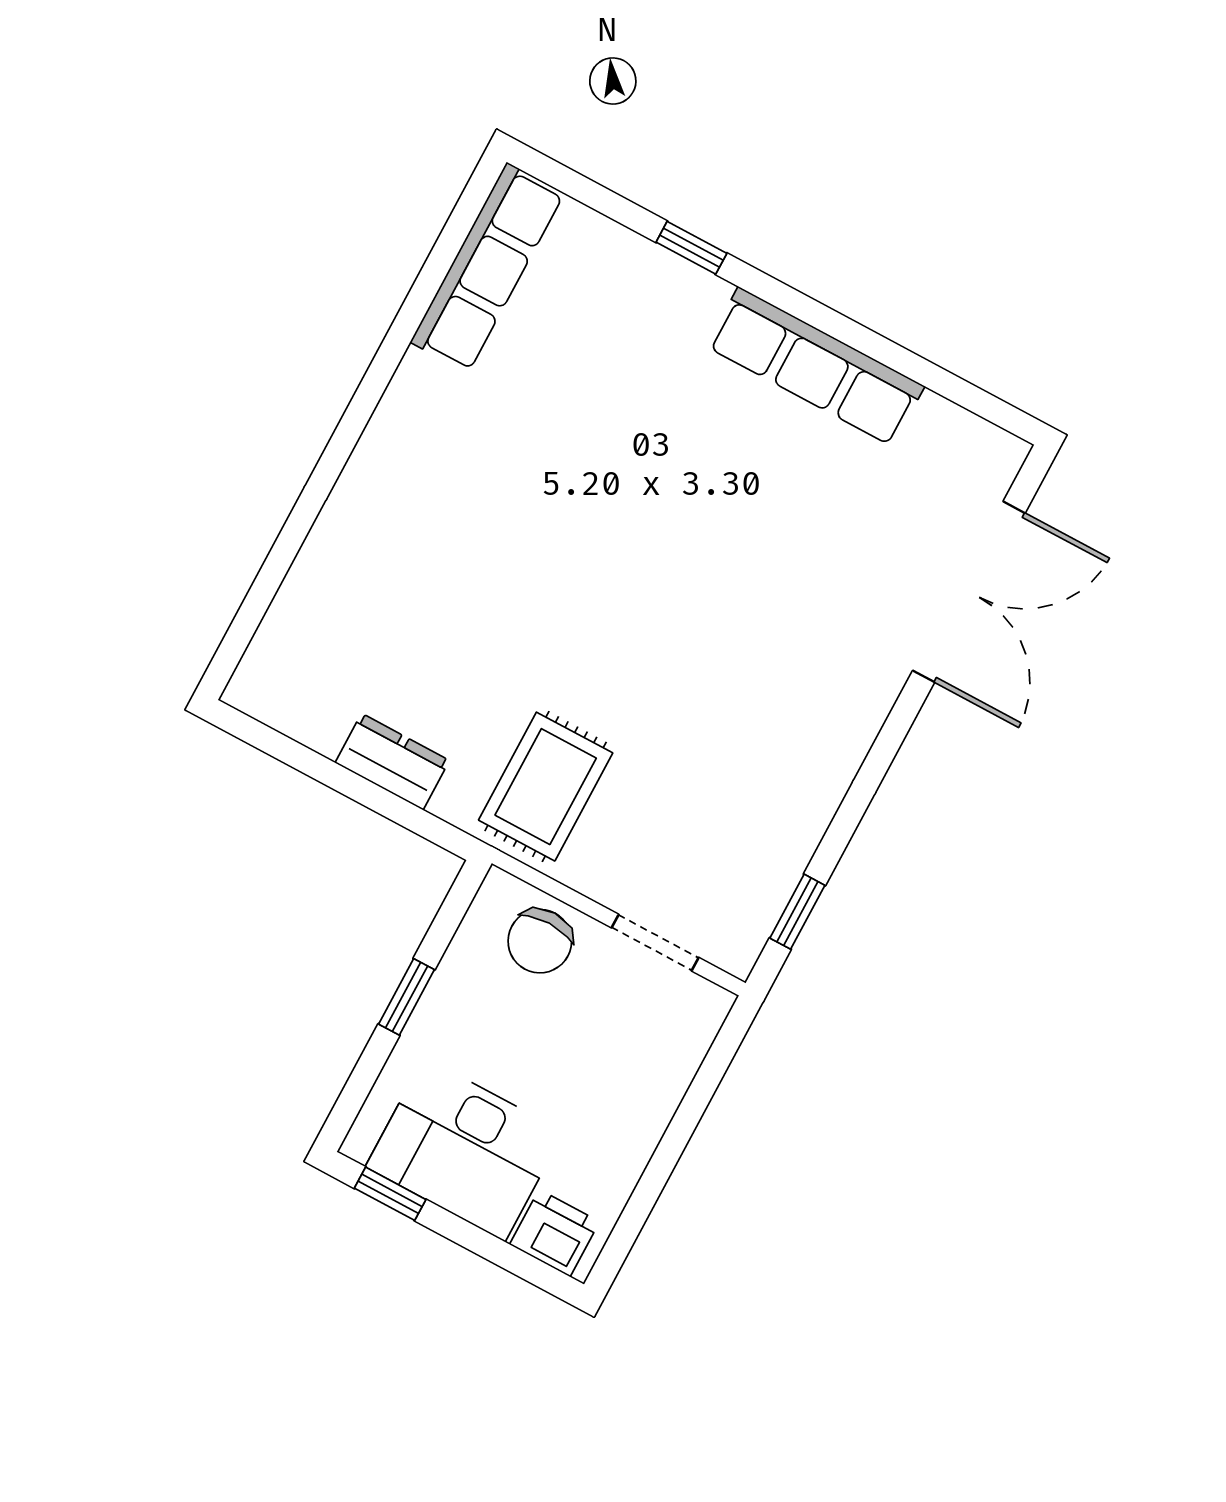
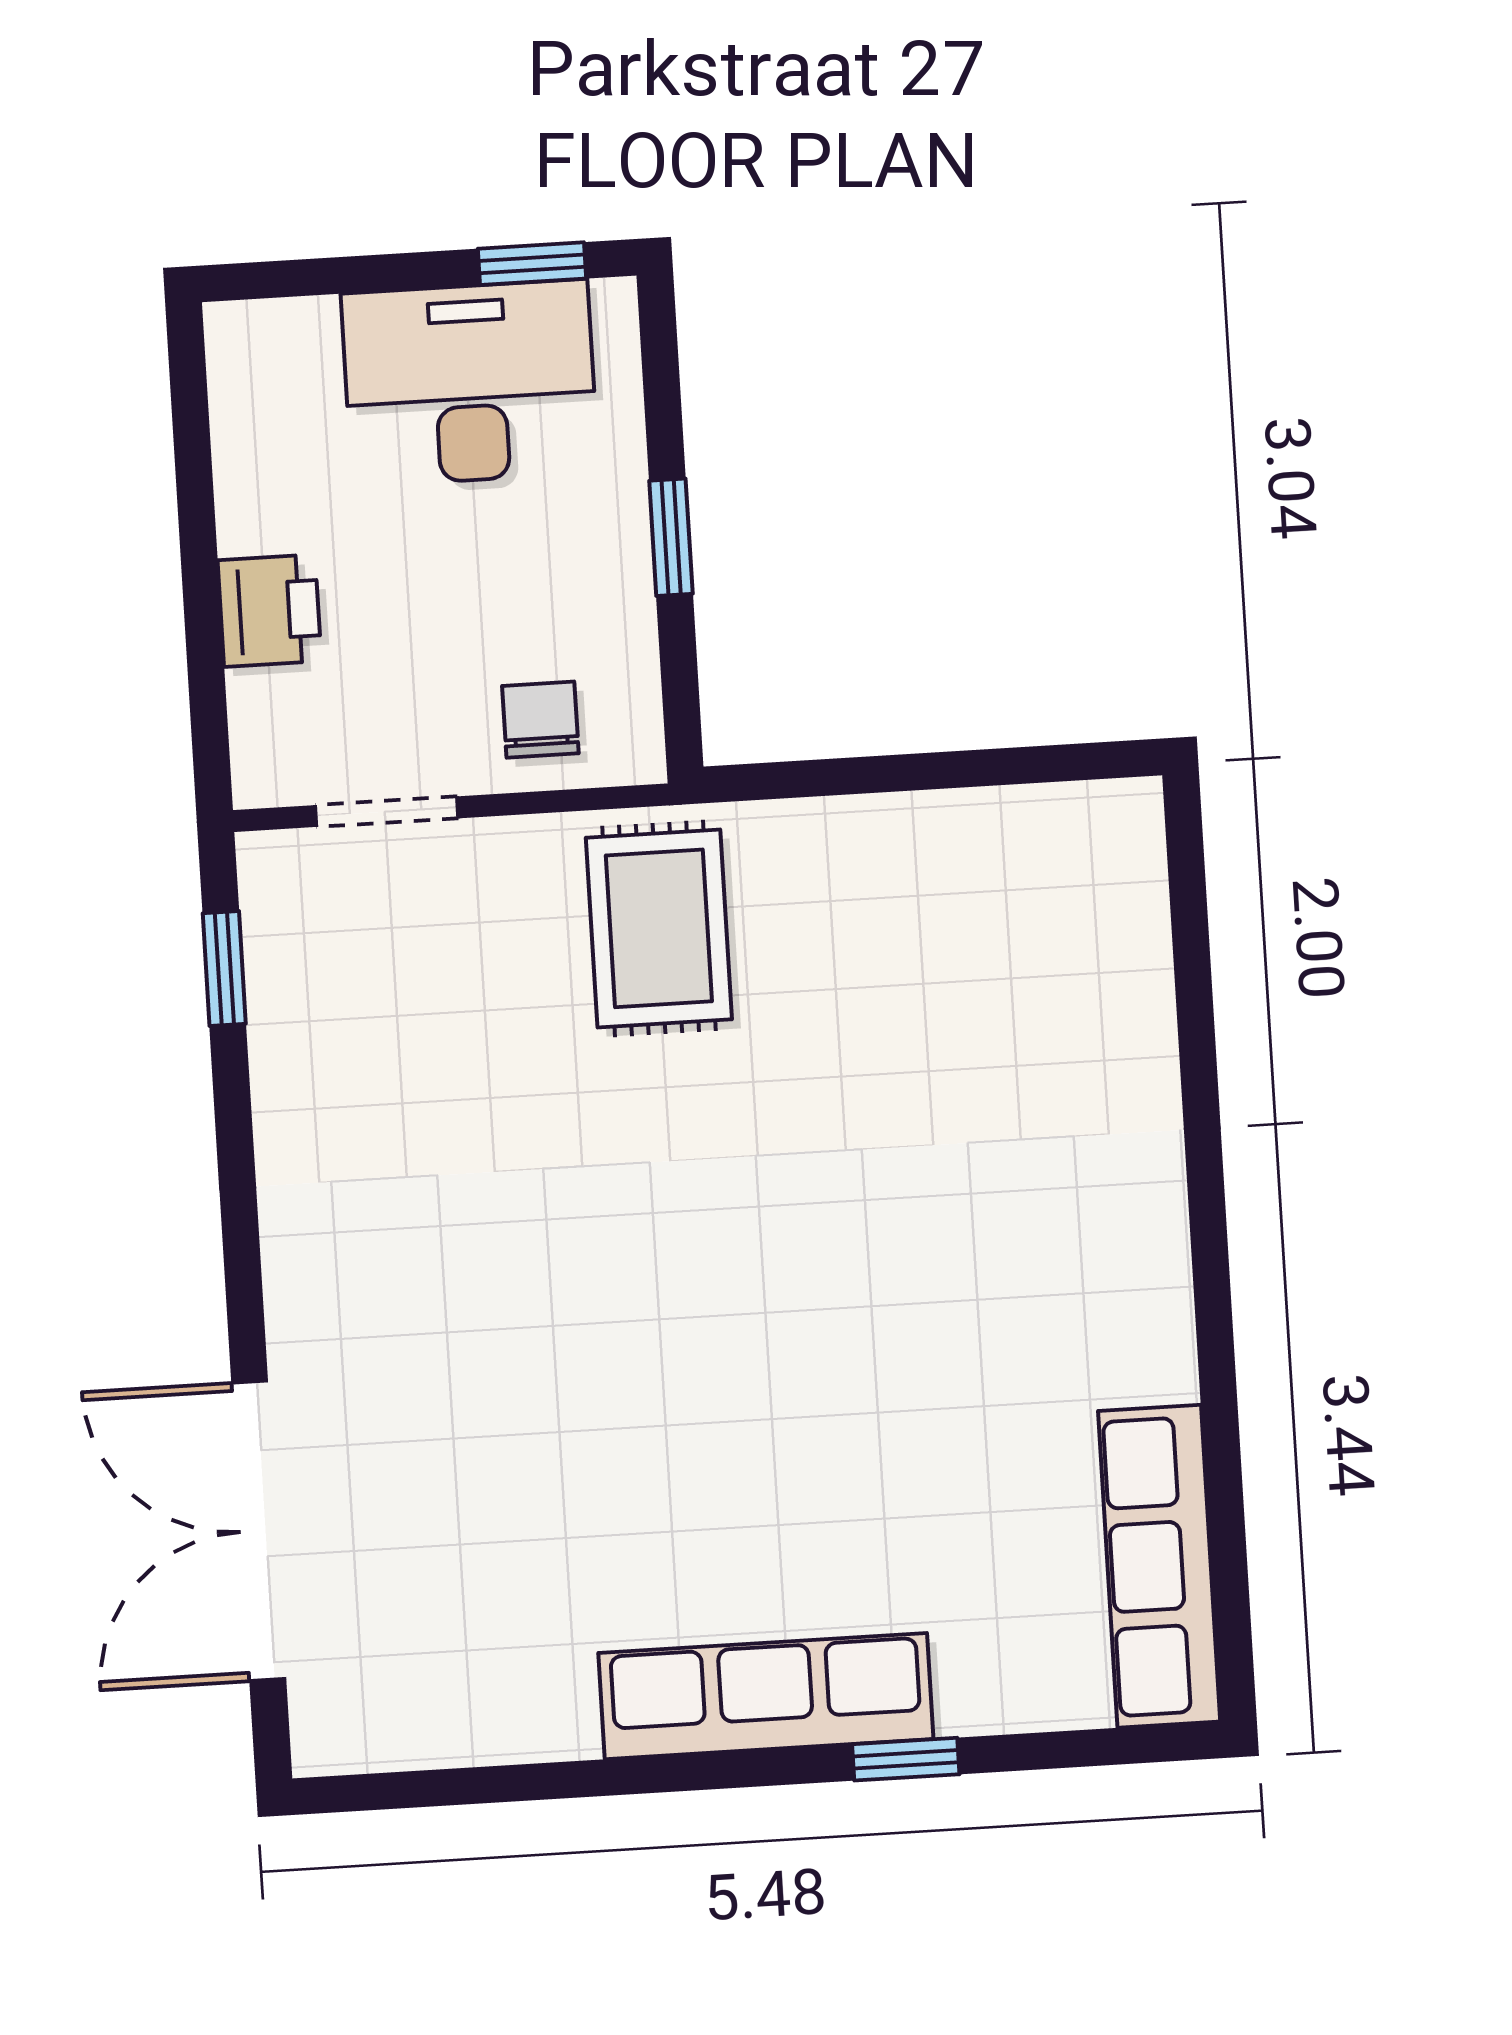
row of seats: (815, 366) -> (766, 1696), moved
dresser: (392, 762) -> (882, 836), removed
chair: (540, 941) -> (540, 720), width x0.73, depth x0.73
printer: (555, 1233) -> (270, 611), moved, turned -90

